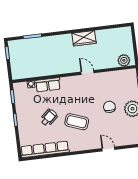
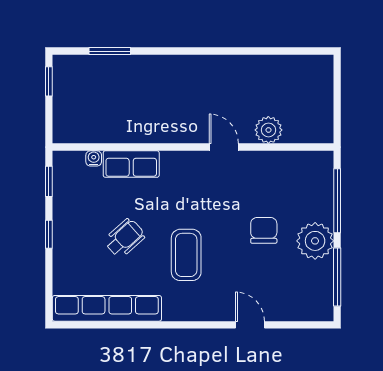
wardrobe: (84, 38) -> (225, 70), removed
plant: (124, 60) -> (268, 130), moved
coffee table: (77, 122) -> (186, 255), turned 70

